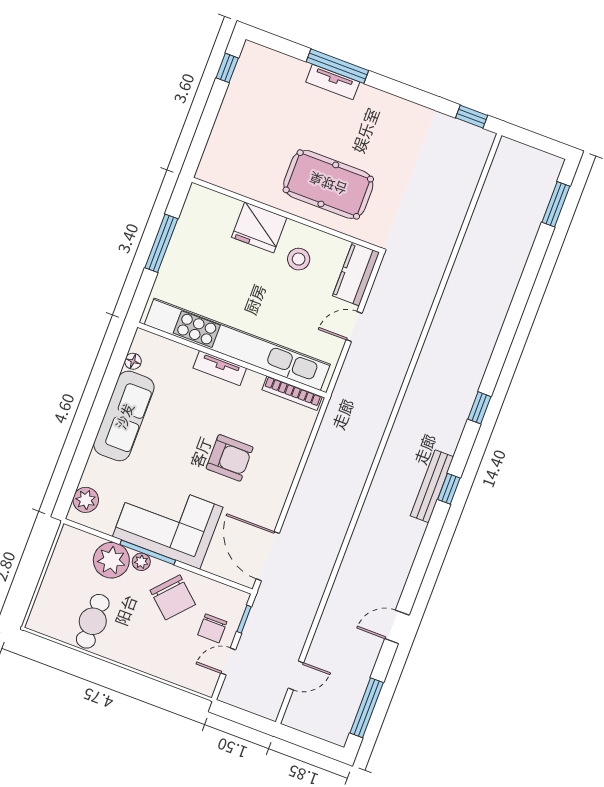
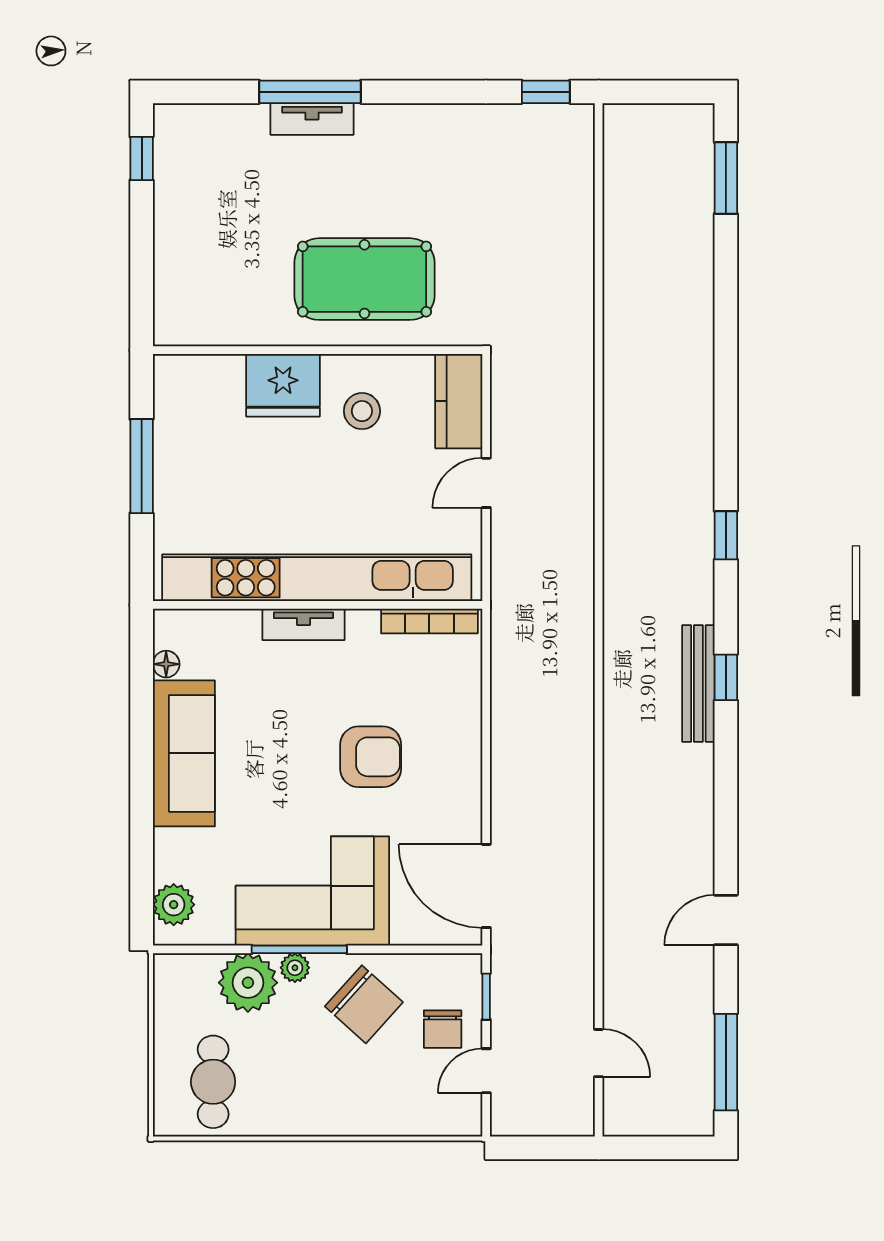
cafe table: (93, 621) -> (213, 1082), moved
door: (296, 675) -> (599, 1053), hinge flipped

